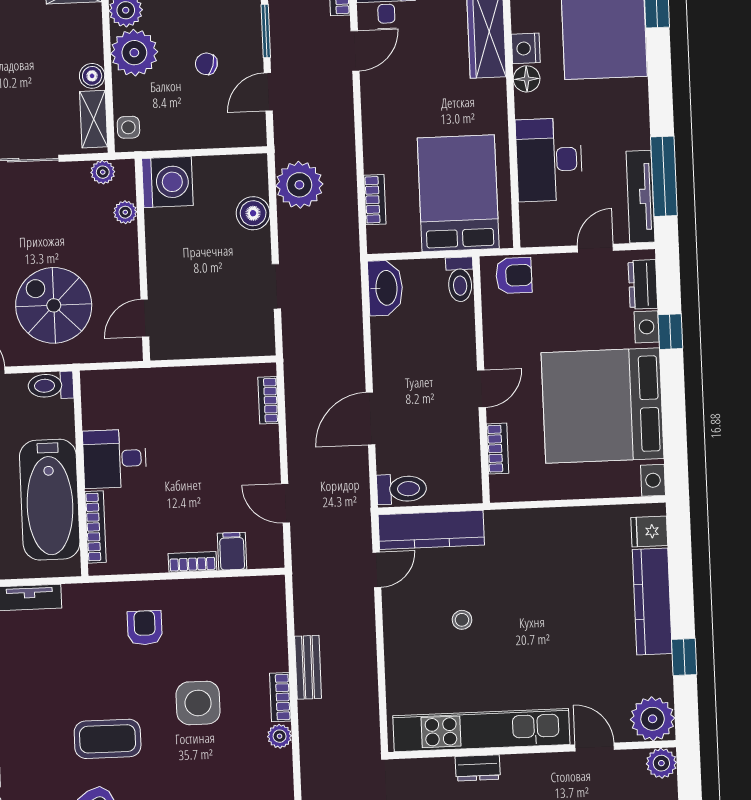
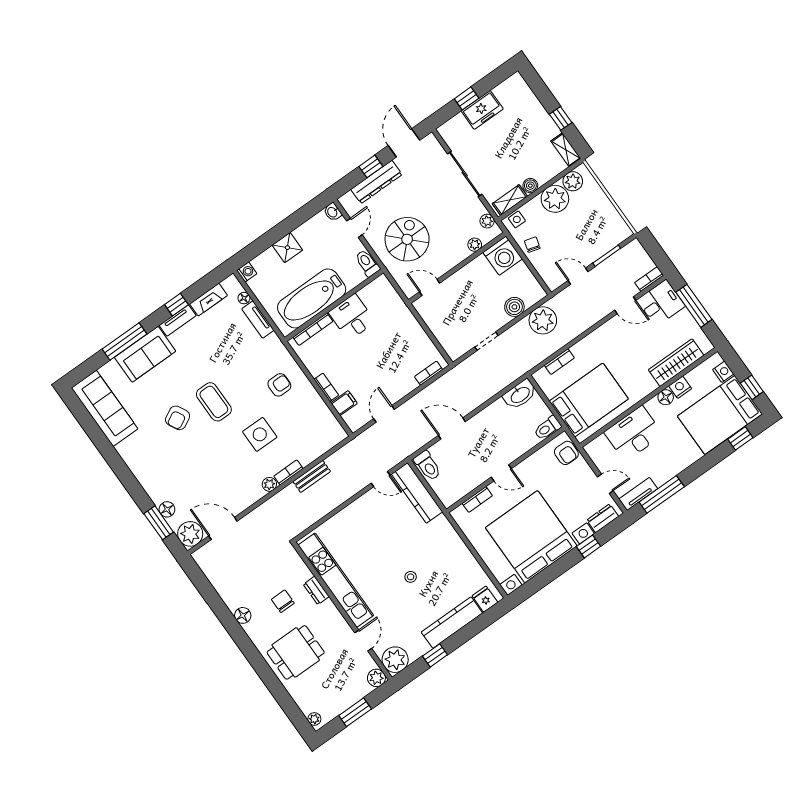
chair: (206, 64) -> (532, 245), moved
tv unit: (640, 197) -> (638, 494), width x0.71
stool: (462, 620) -> (411, 577), moved

